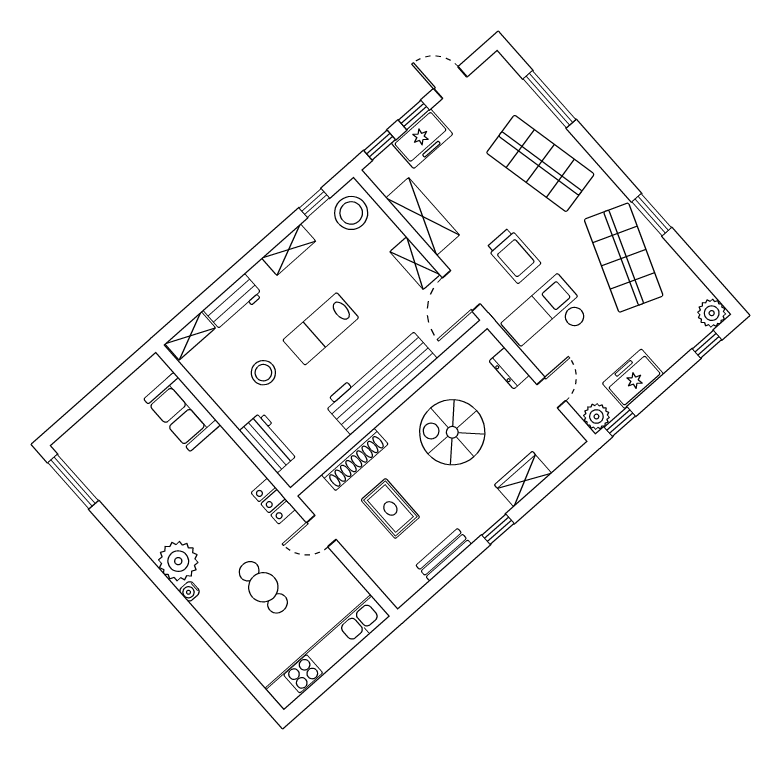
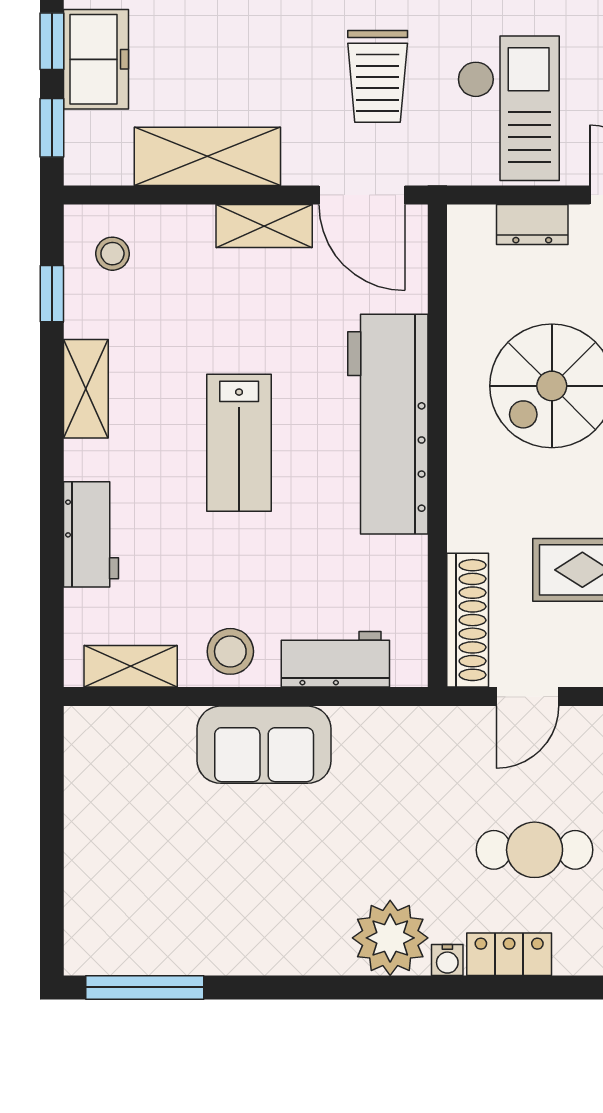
stool: (351, 213) -> (112, 254), width x0.53, depth x0.53
trolley: (514, 256) -> (378, 76), turned 90
checkout: (547, 318) -> (508, 108), turned 180
shelving: (190, 336) -> (131, 666), moved, turned 90
stool: (263, 373) -> (230, 651), moved
sofa: (182, 412) -> (264, 745), moved
shoe rack: (355, 459) -> (468, 620), moved
locker: (273, 501) -> (509, 954), moved, turned 180

